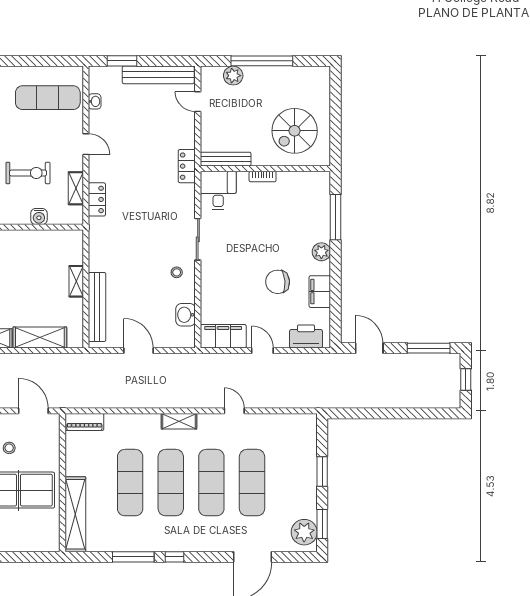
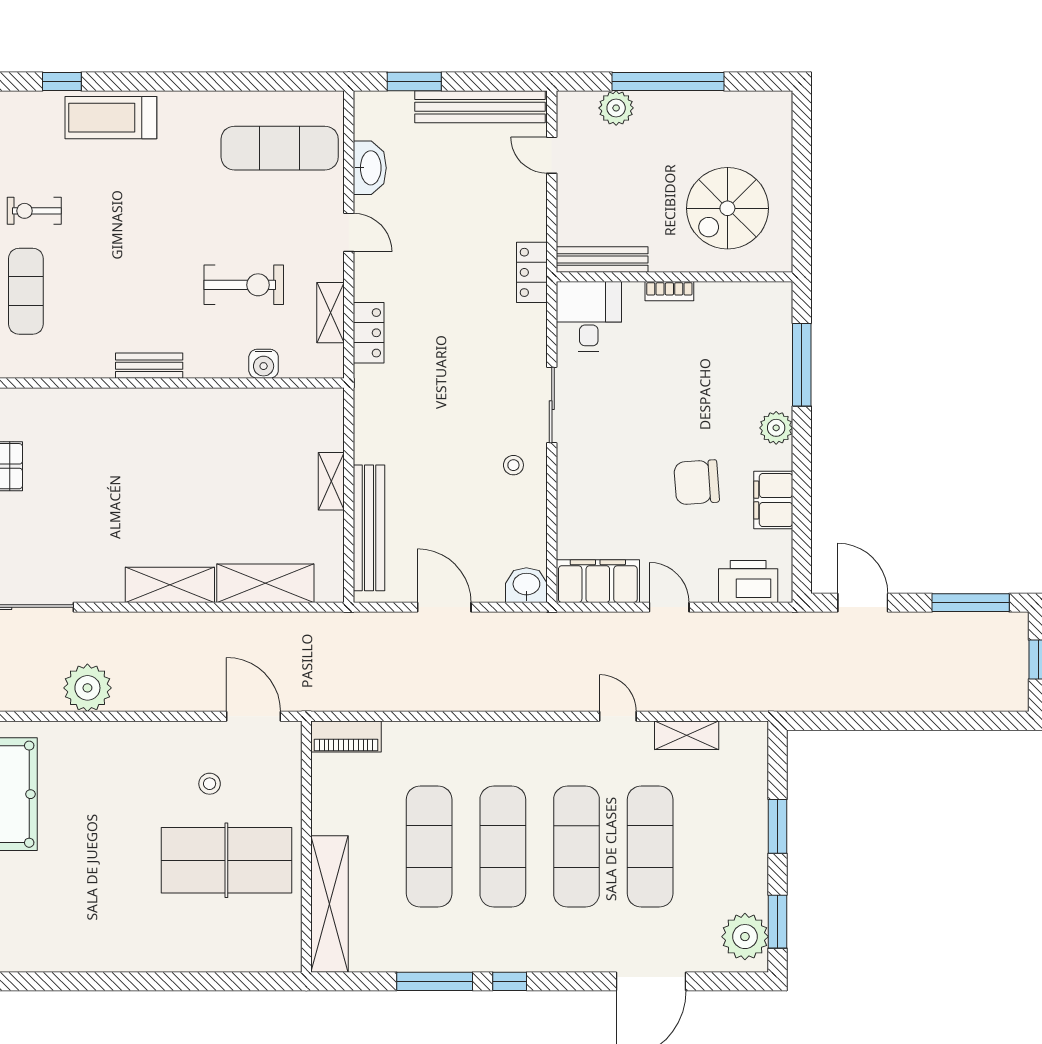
washbasin: (95, 101) -> (370, 168), width x1.91, depth x1.45
washbasin: (186, 315) -> (526, 585), moved, turned 90
shelving: (179, 421) -> (687, 735), moved

